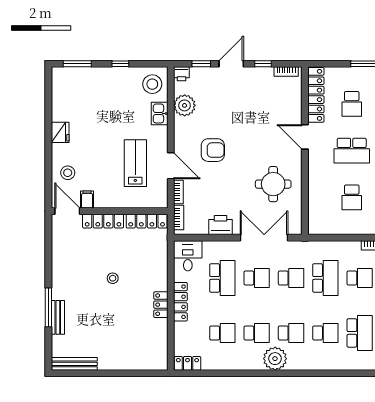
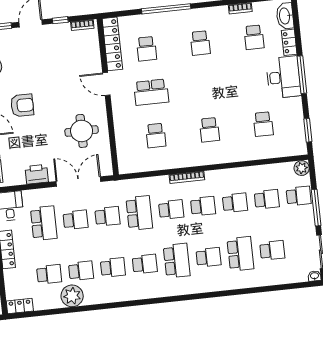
plant: (275, 359) -> (72, 296), moved

